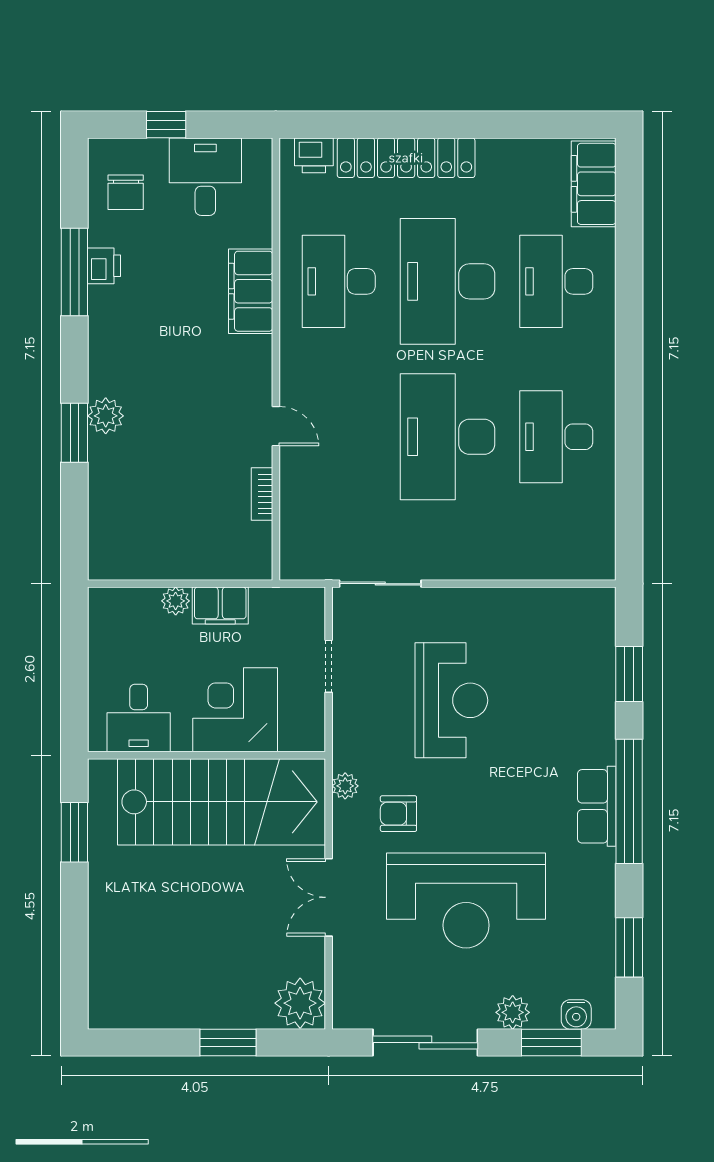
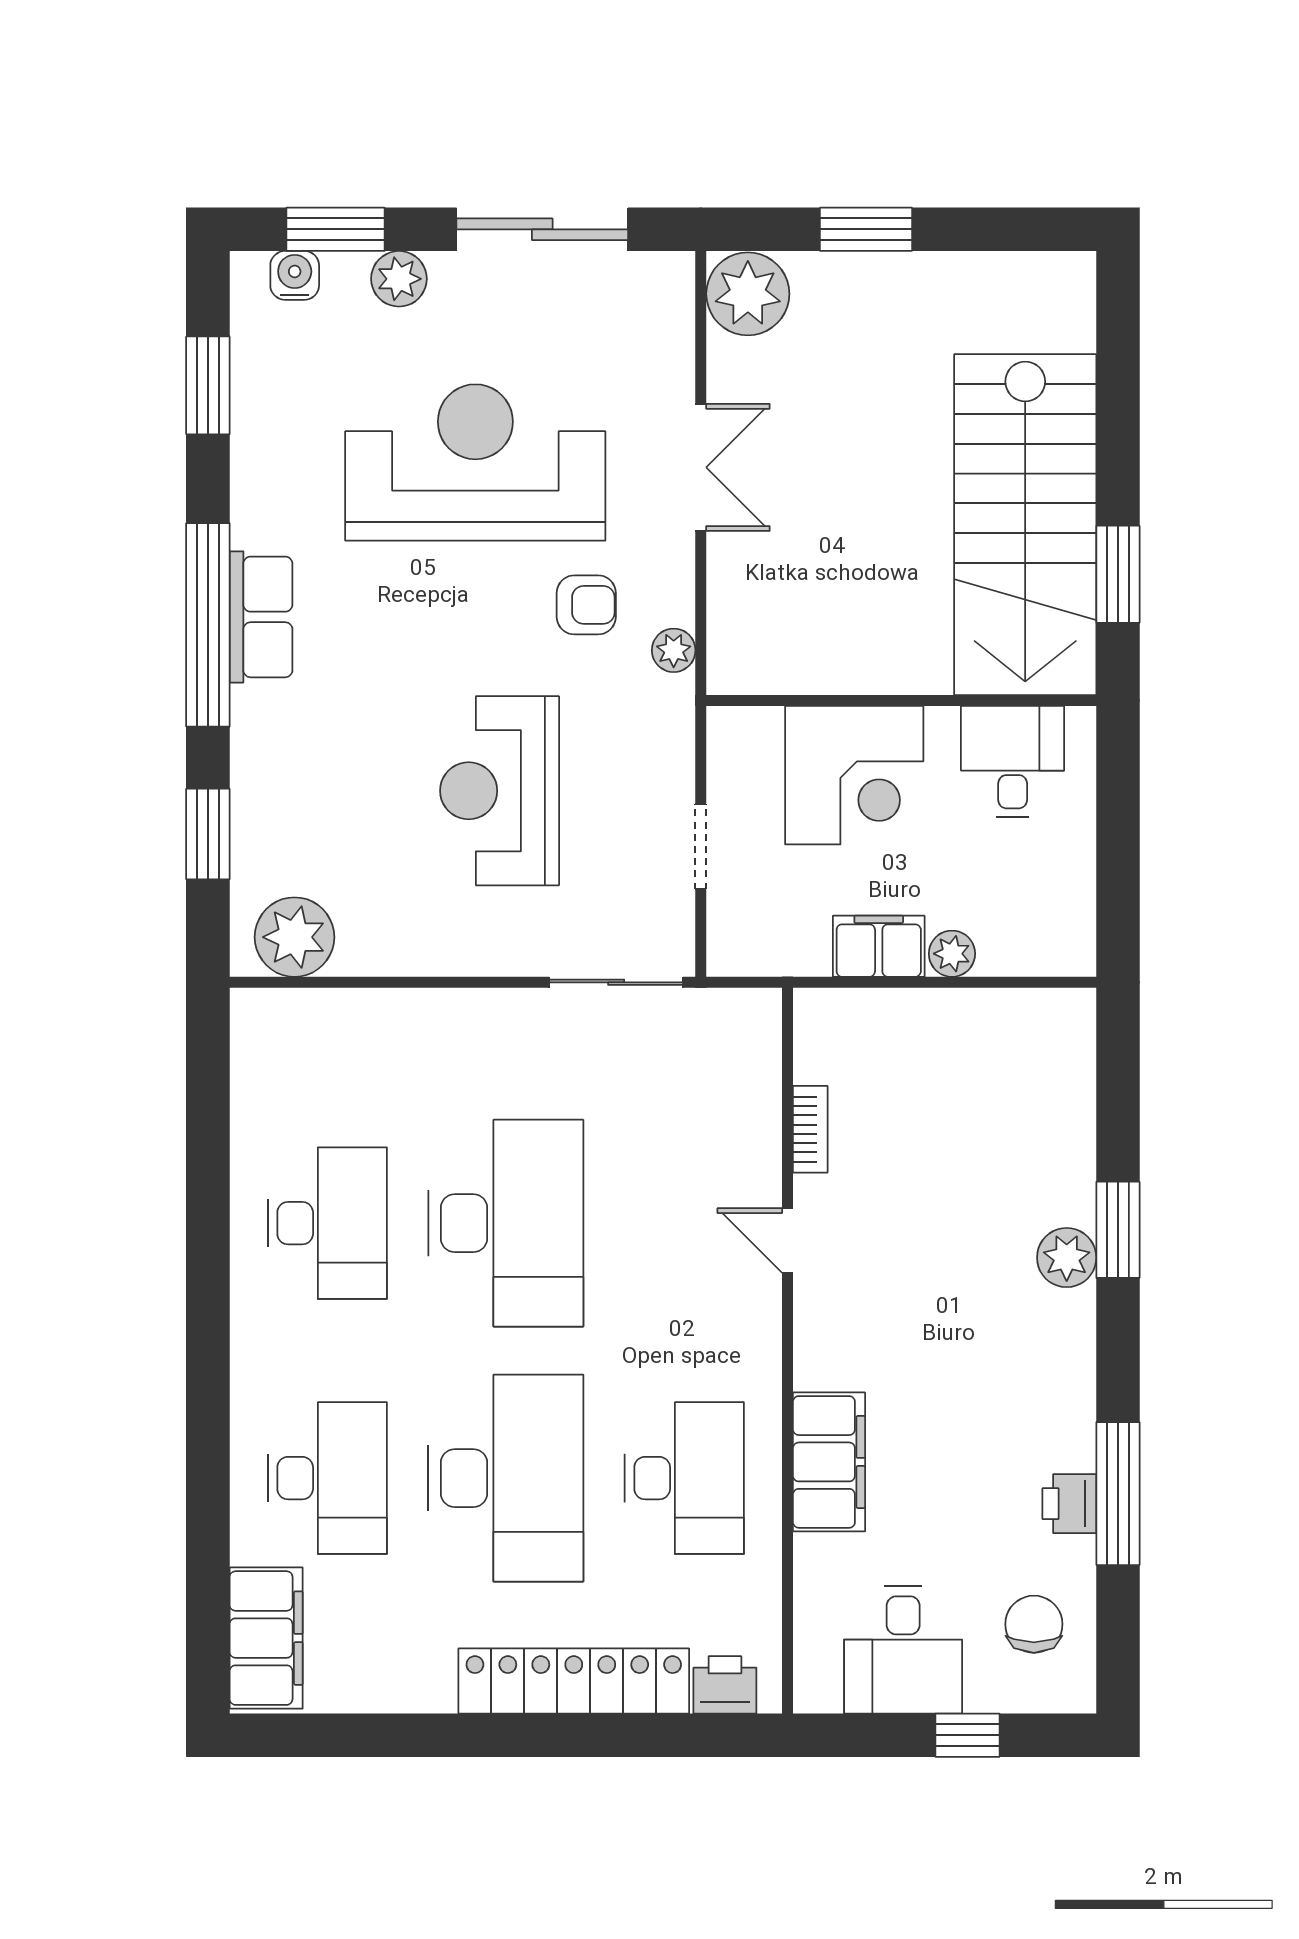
plant: (576, 611) -> (294, 937), added
stairs: (221, 802) -> (1025, 525), moved, turned -90

